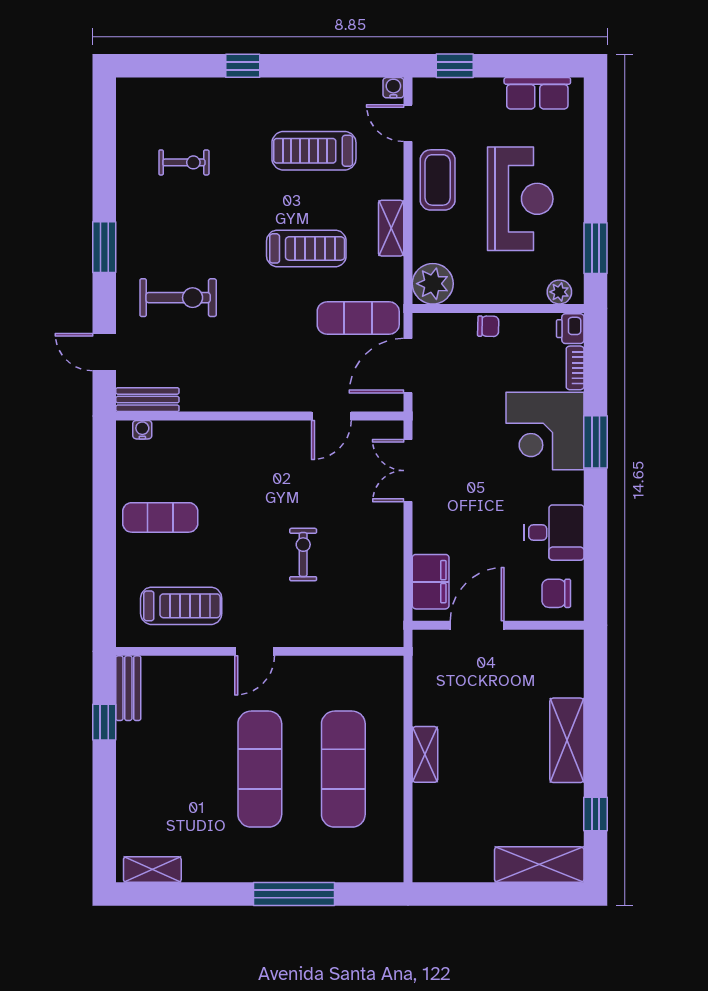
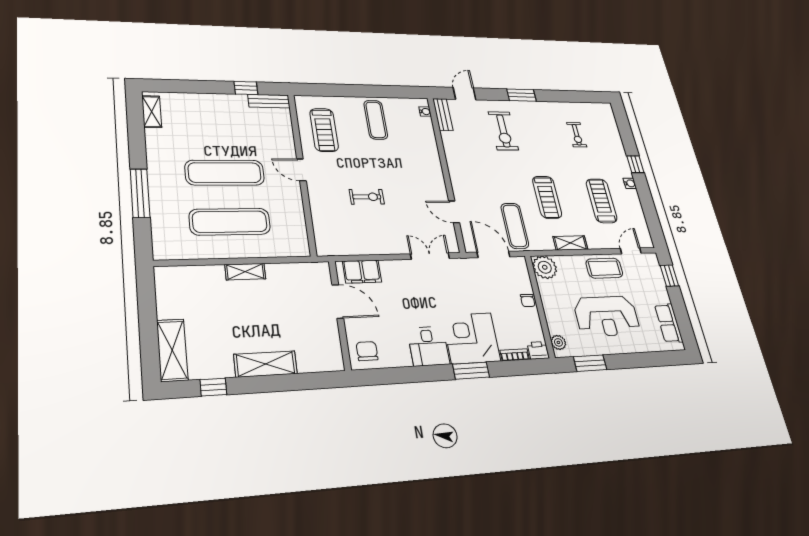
water cooler: (393, 88) -> (630, 183), moved
desk: (554, 533) -> (428, 346), moved

